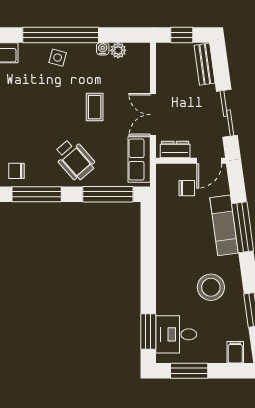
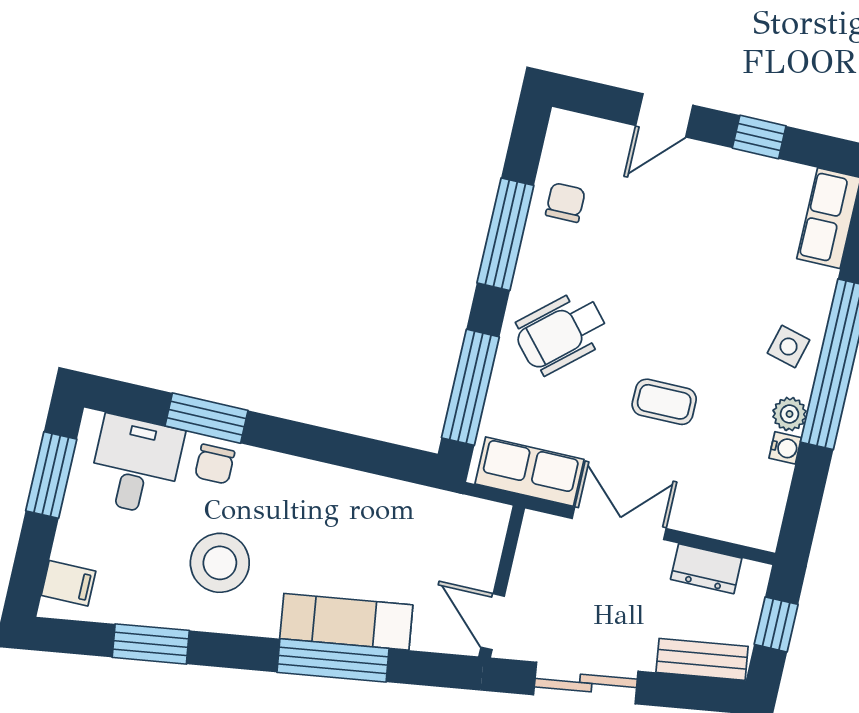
plant: (118, 50) -> (789, 414), moved
dresser: (175, 149) -> (706, 569), moved, turned 90
chair: (187, 188) -> (215, 464), moved
window: (148, 332) -> (206, 418), moved

